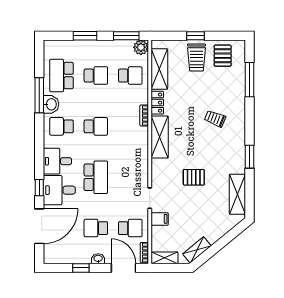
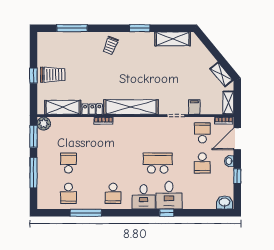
window: (85, 36) -> (33, 173), width x1.44
pallet: (223, 56) -> (51, 52), removed
school desk: (61, 76) -> (68, 193), width x0.54
school desk: (130, 76) -> (68, 133), removed
washbasin: (51, 104) -> (224, 202), moved
trolley: (215, 119) -> (111, 45), moved
school desk: (96, 126) -> (113, 163), removed
shelving: (160, 137) -> (131, 107), width x1.47
pallet: (194, 177) -> (158, 77), removed
door: (39, 226) -> (201, 213), removed

